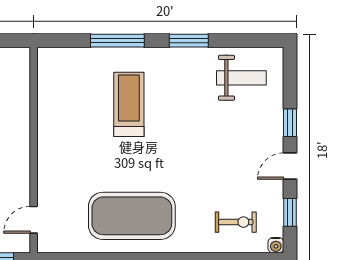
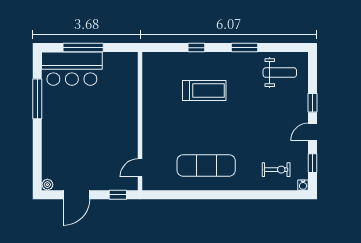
window: (117, 41) -> (196, 48), width x0.46
treadmill: (129, 104) -> (204, 90), turned 90
exercise mat: (132, 216) -> (206, 165), width x0.68

